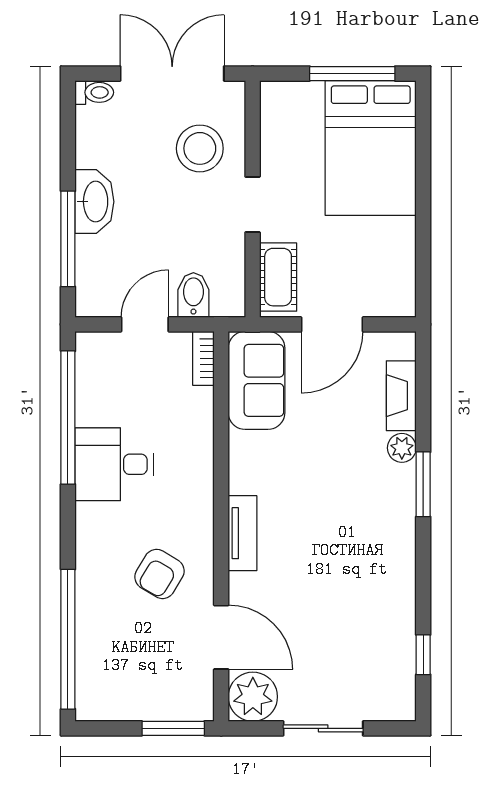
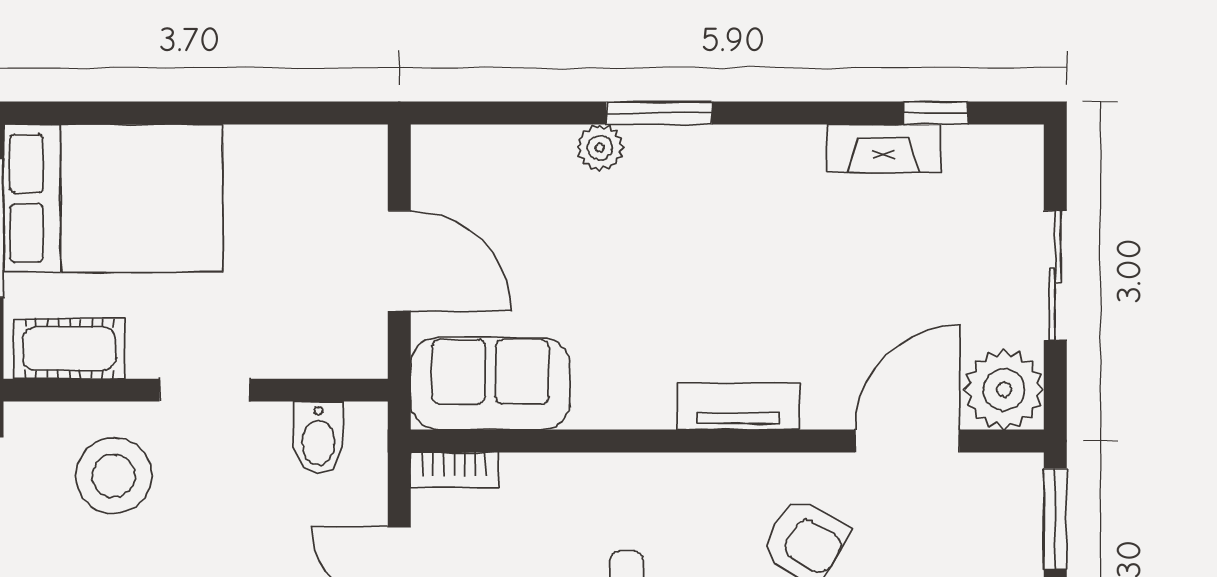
cot: (278, 277) -> (69, 349), moved
bidet: (193, 295) -> (318, 438), moved, turned -90
fireplace: (401, 396) -> (883, 149), moved

